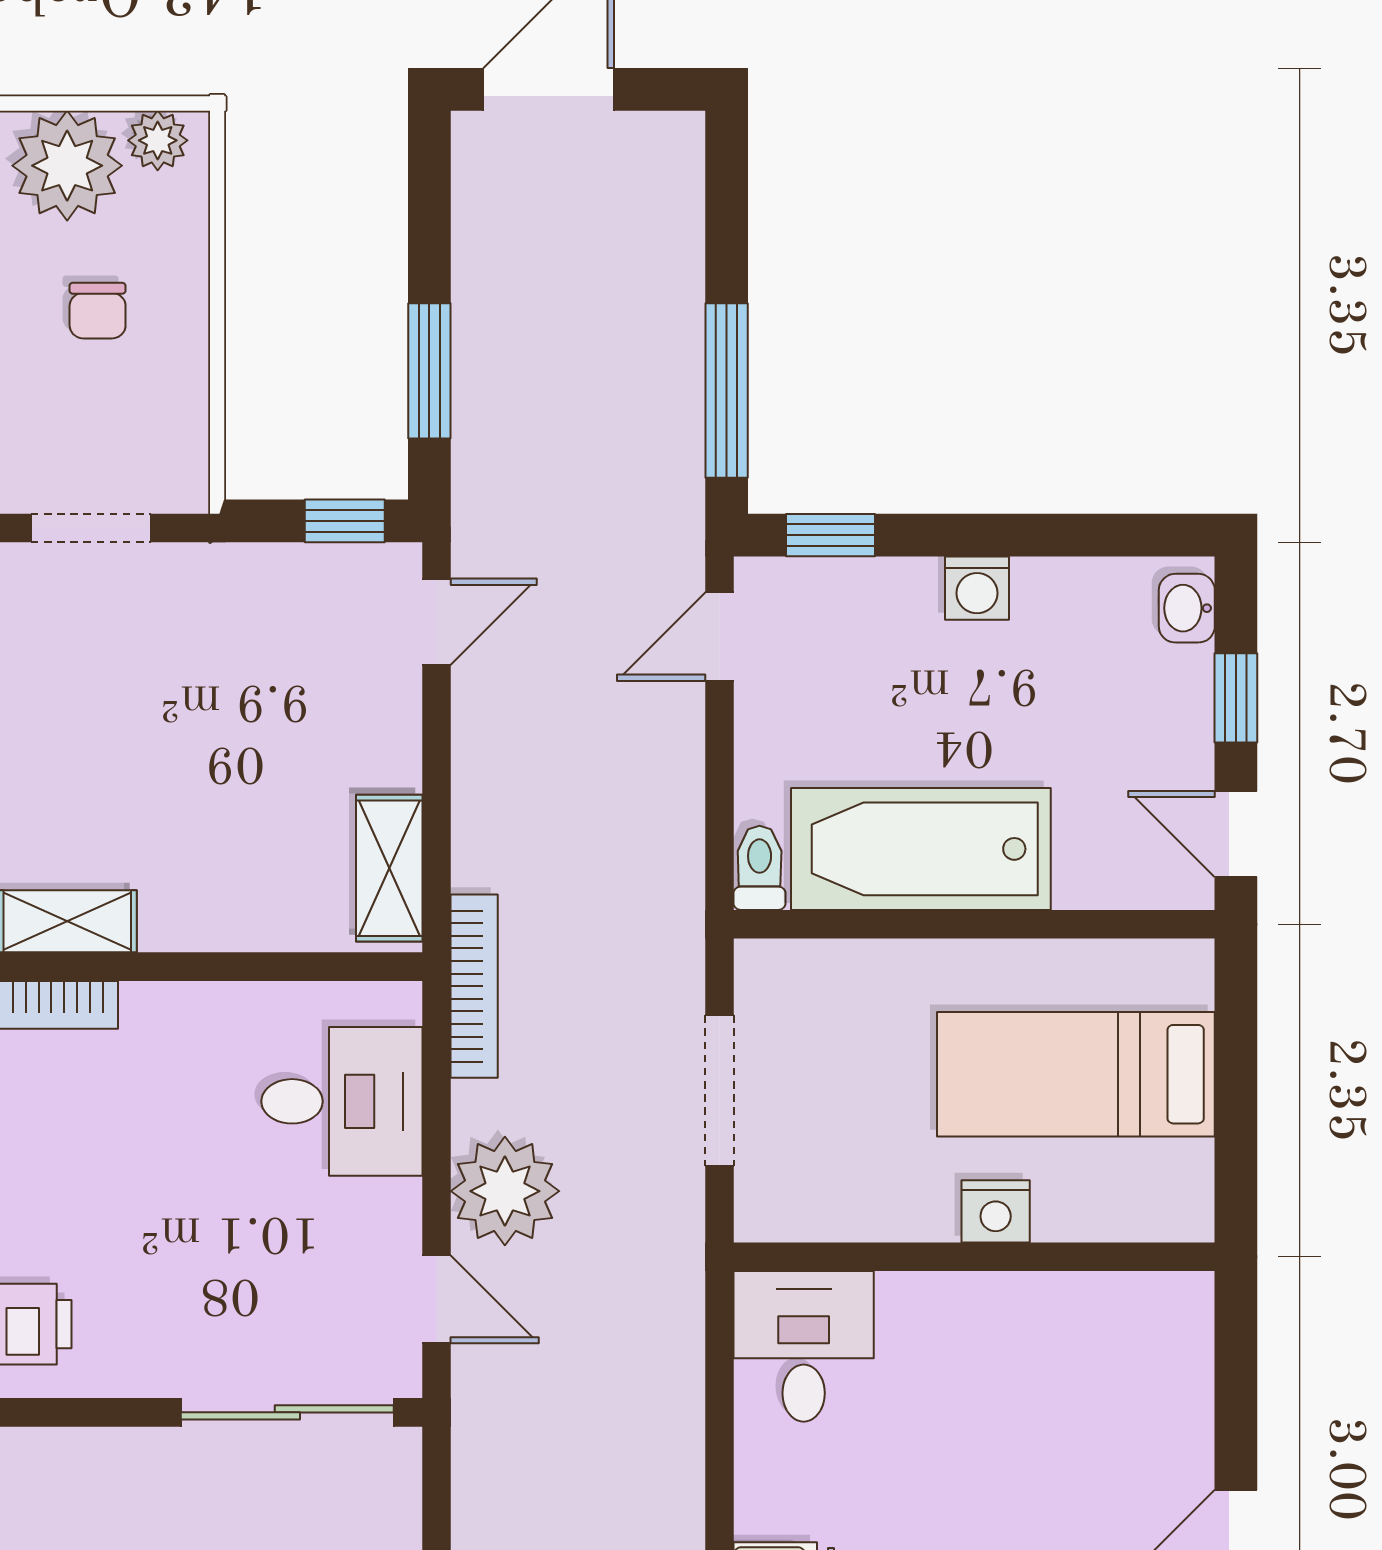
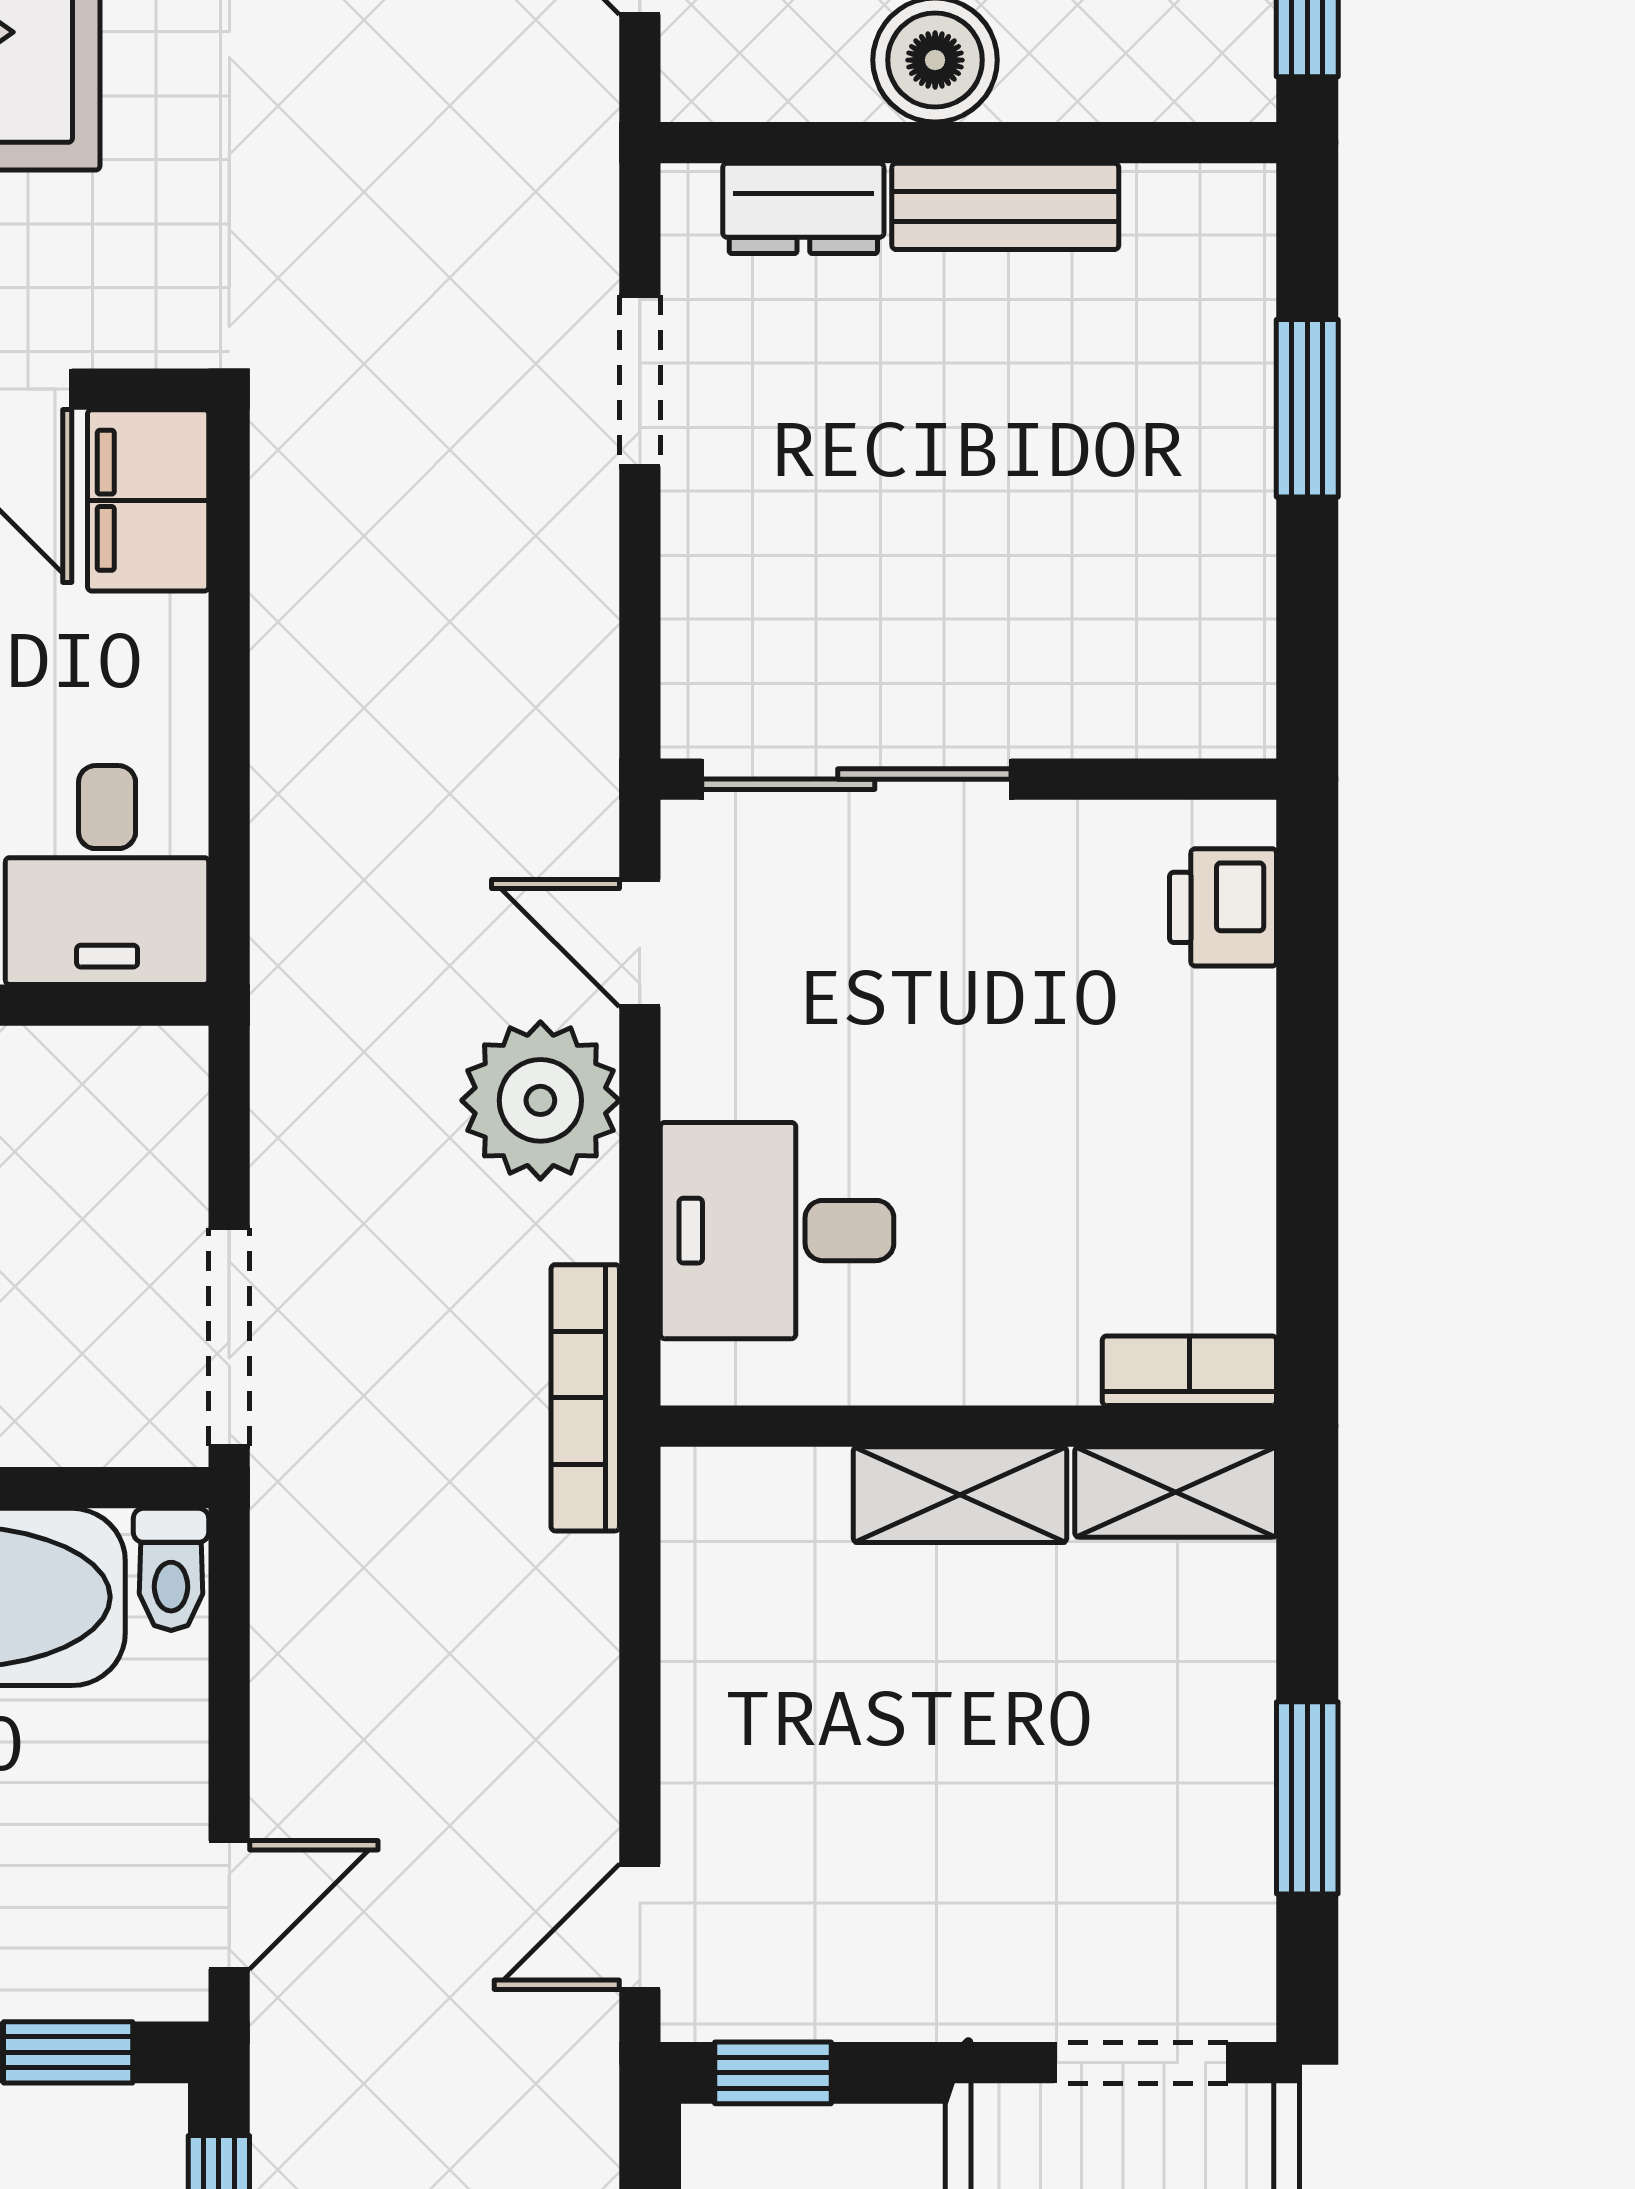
shelving: (389, 868) -> (960, 1495), moved, turned 90
doorway: (719, 1091) -> (229, 1337), moved

